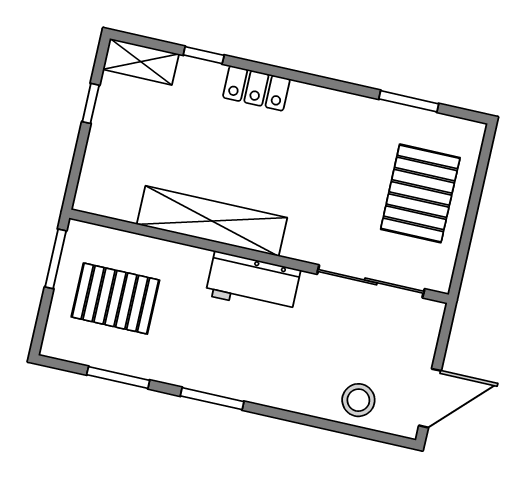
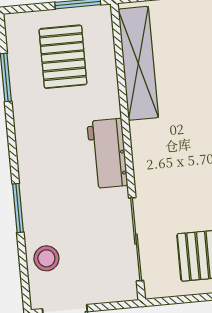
shelving: (212, 221) -> (138, 63), moved
window: (212, 399) -> (18, 208), moved

